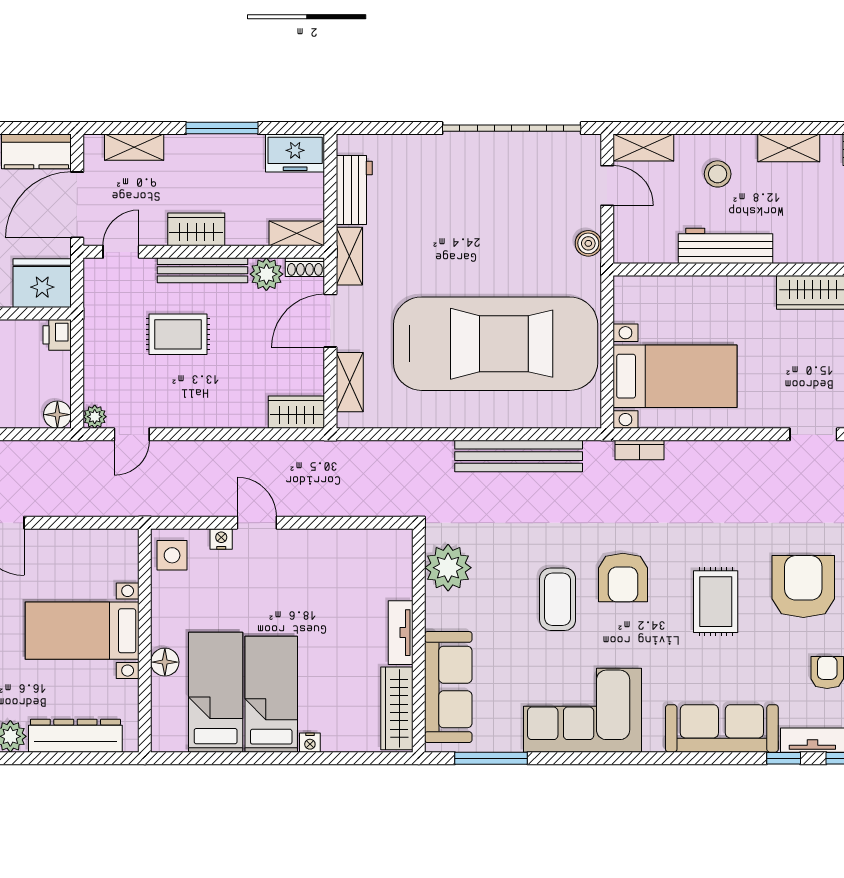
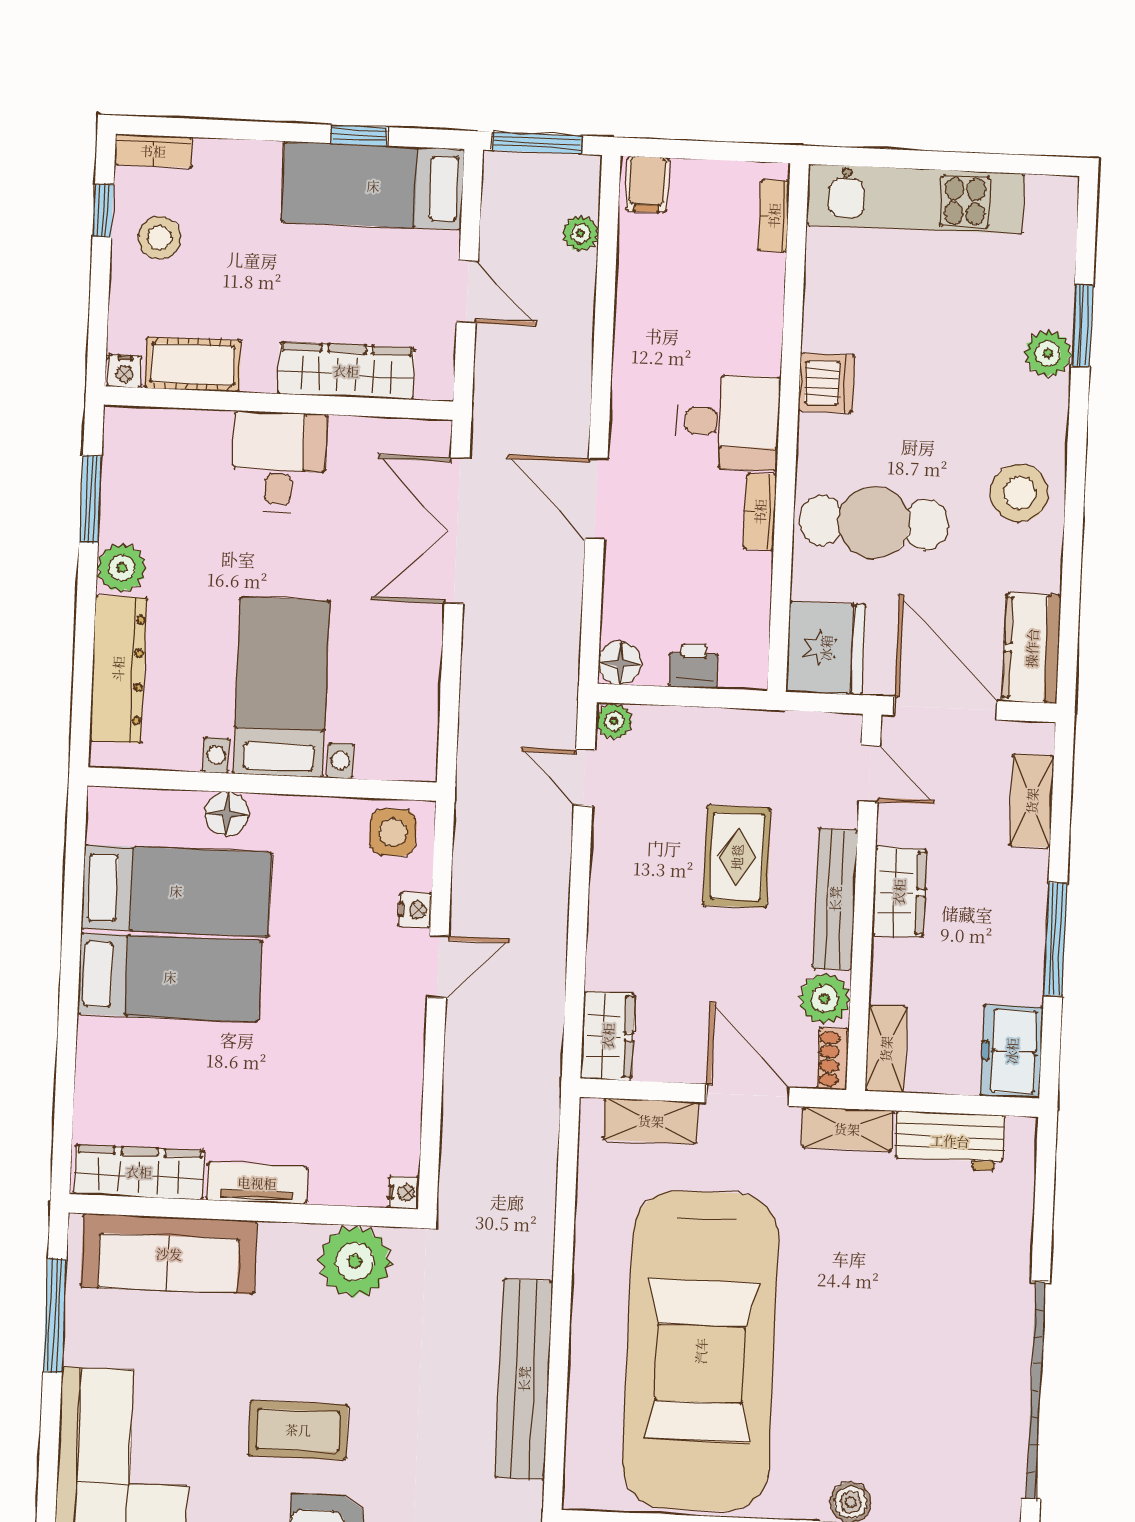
printer: (57, 335) -> (694, 666), moved
nightstand: (310, 743) -> (404, 1193), moved, turned 180

